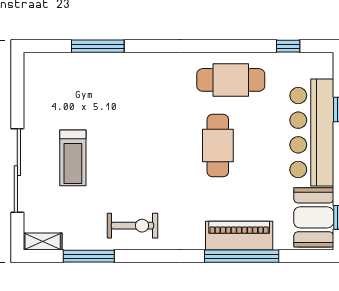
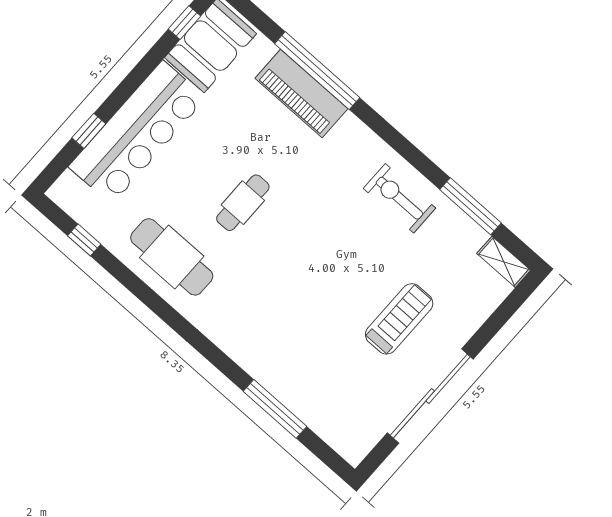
cafe table: (218, 146) -> (243, 203), width x0.73, depth x0.74
sliding door: (17, 171) -> (430, 396), moved

